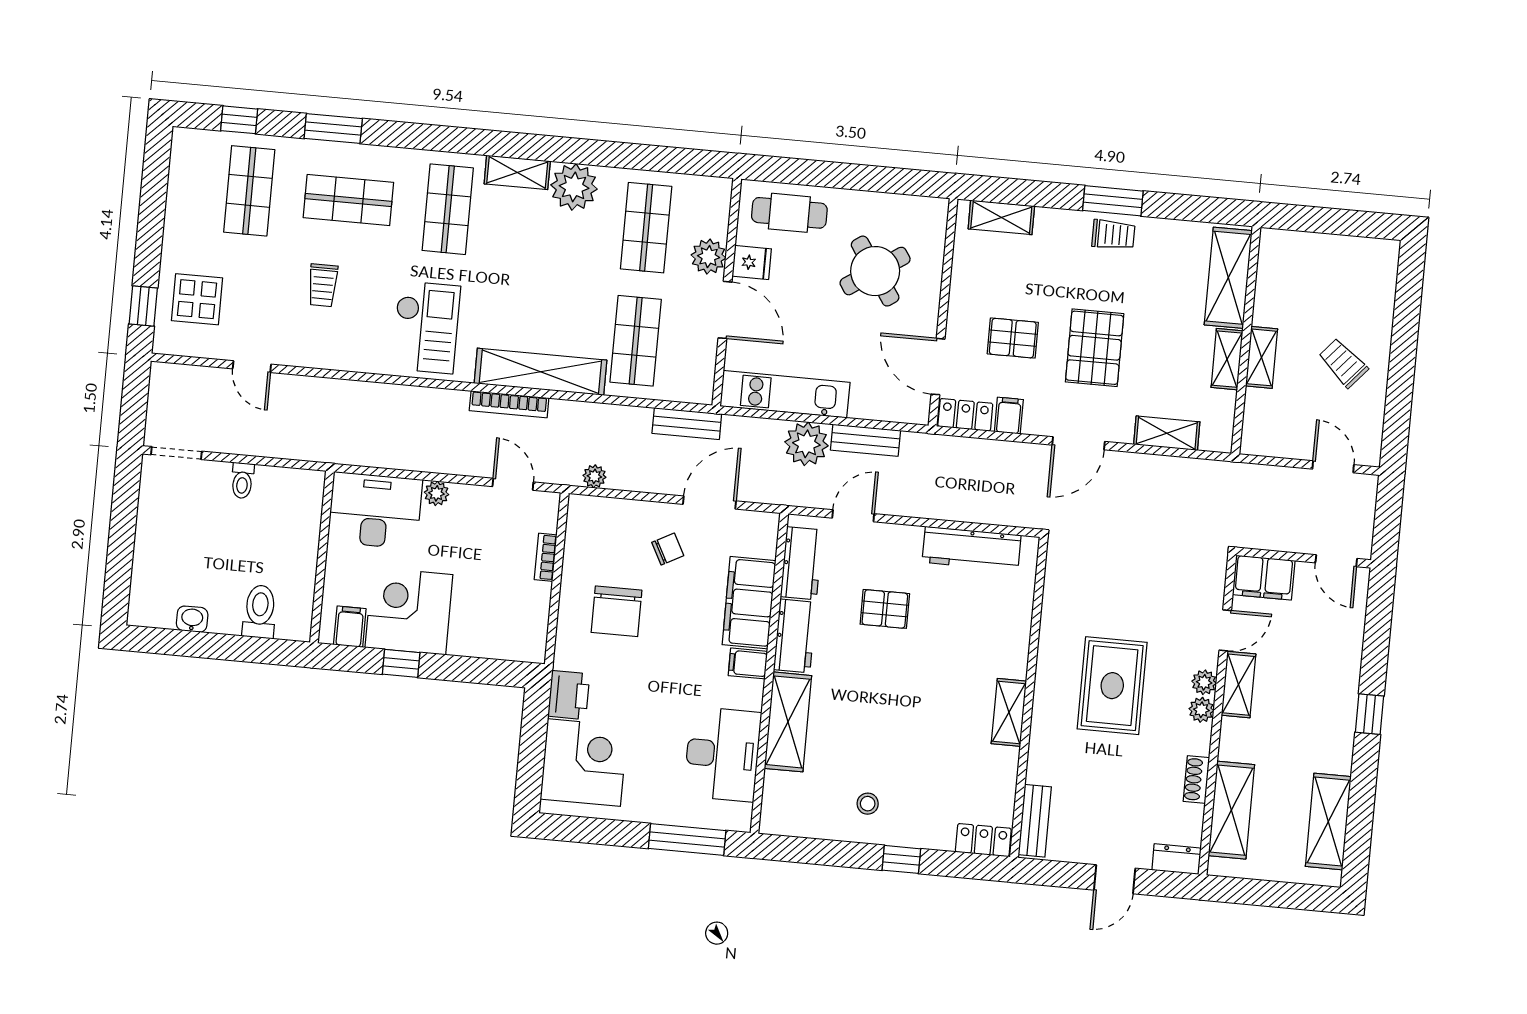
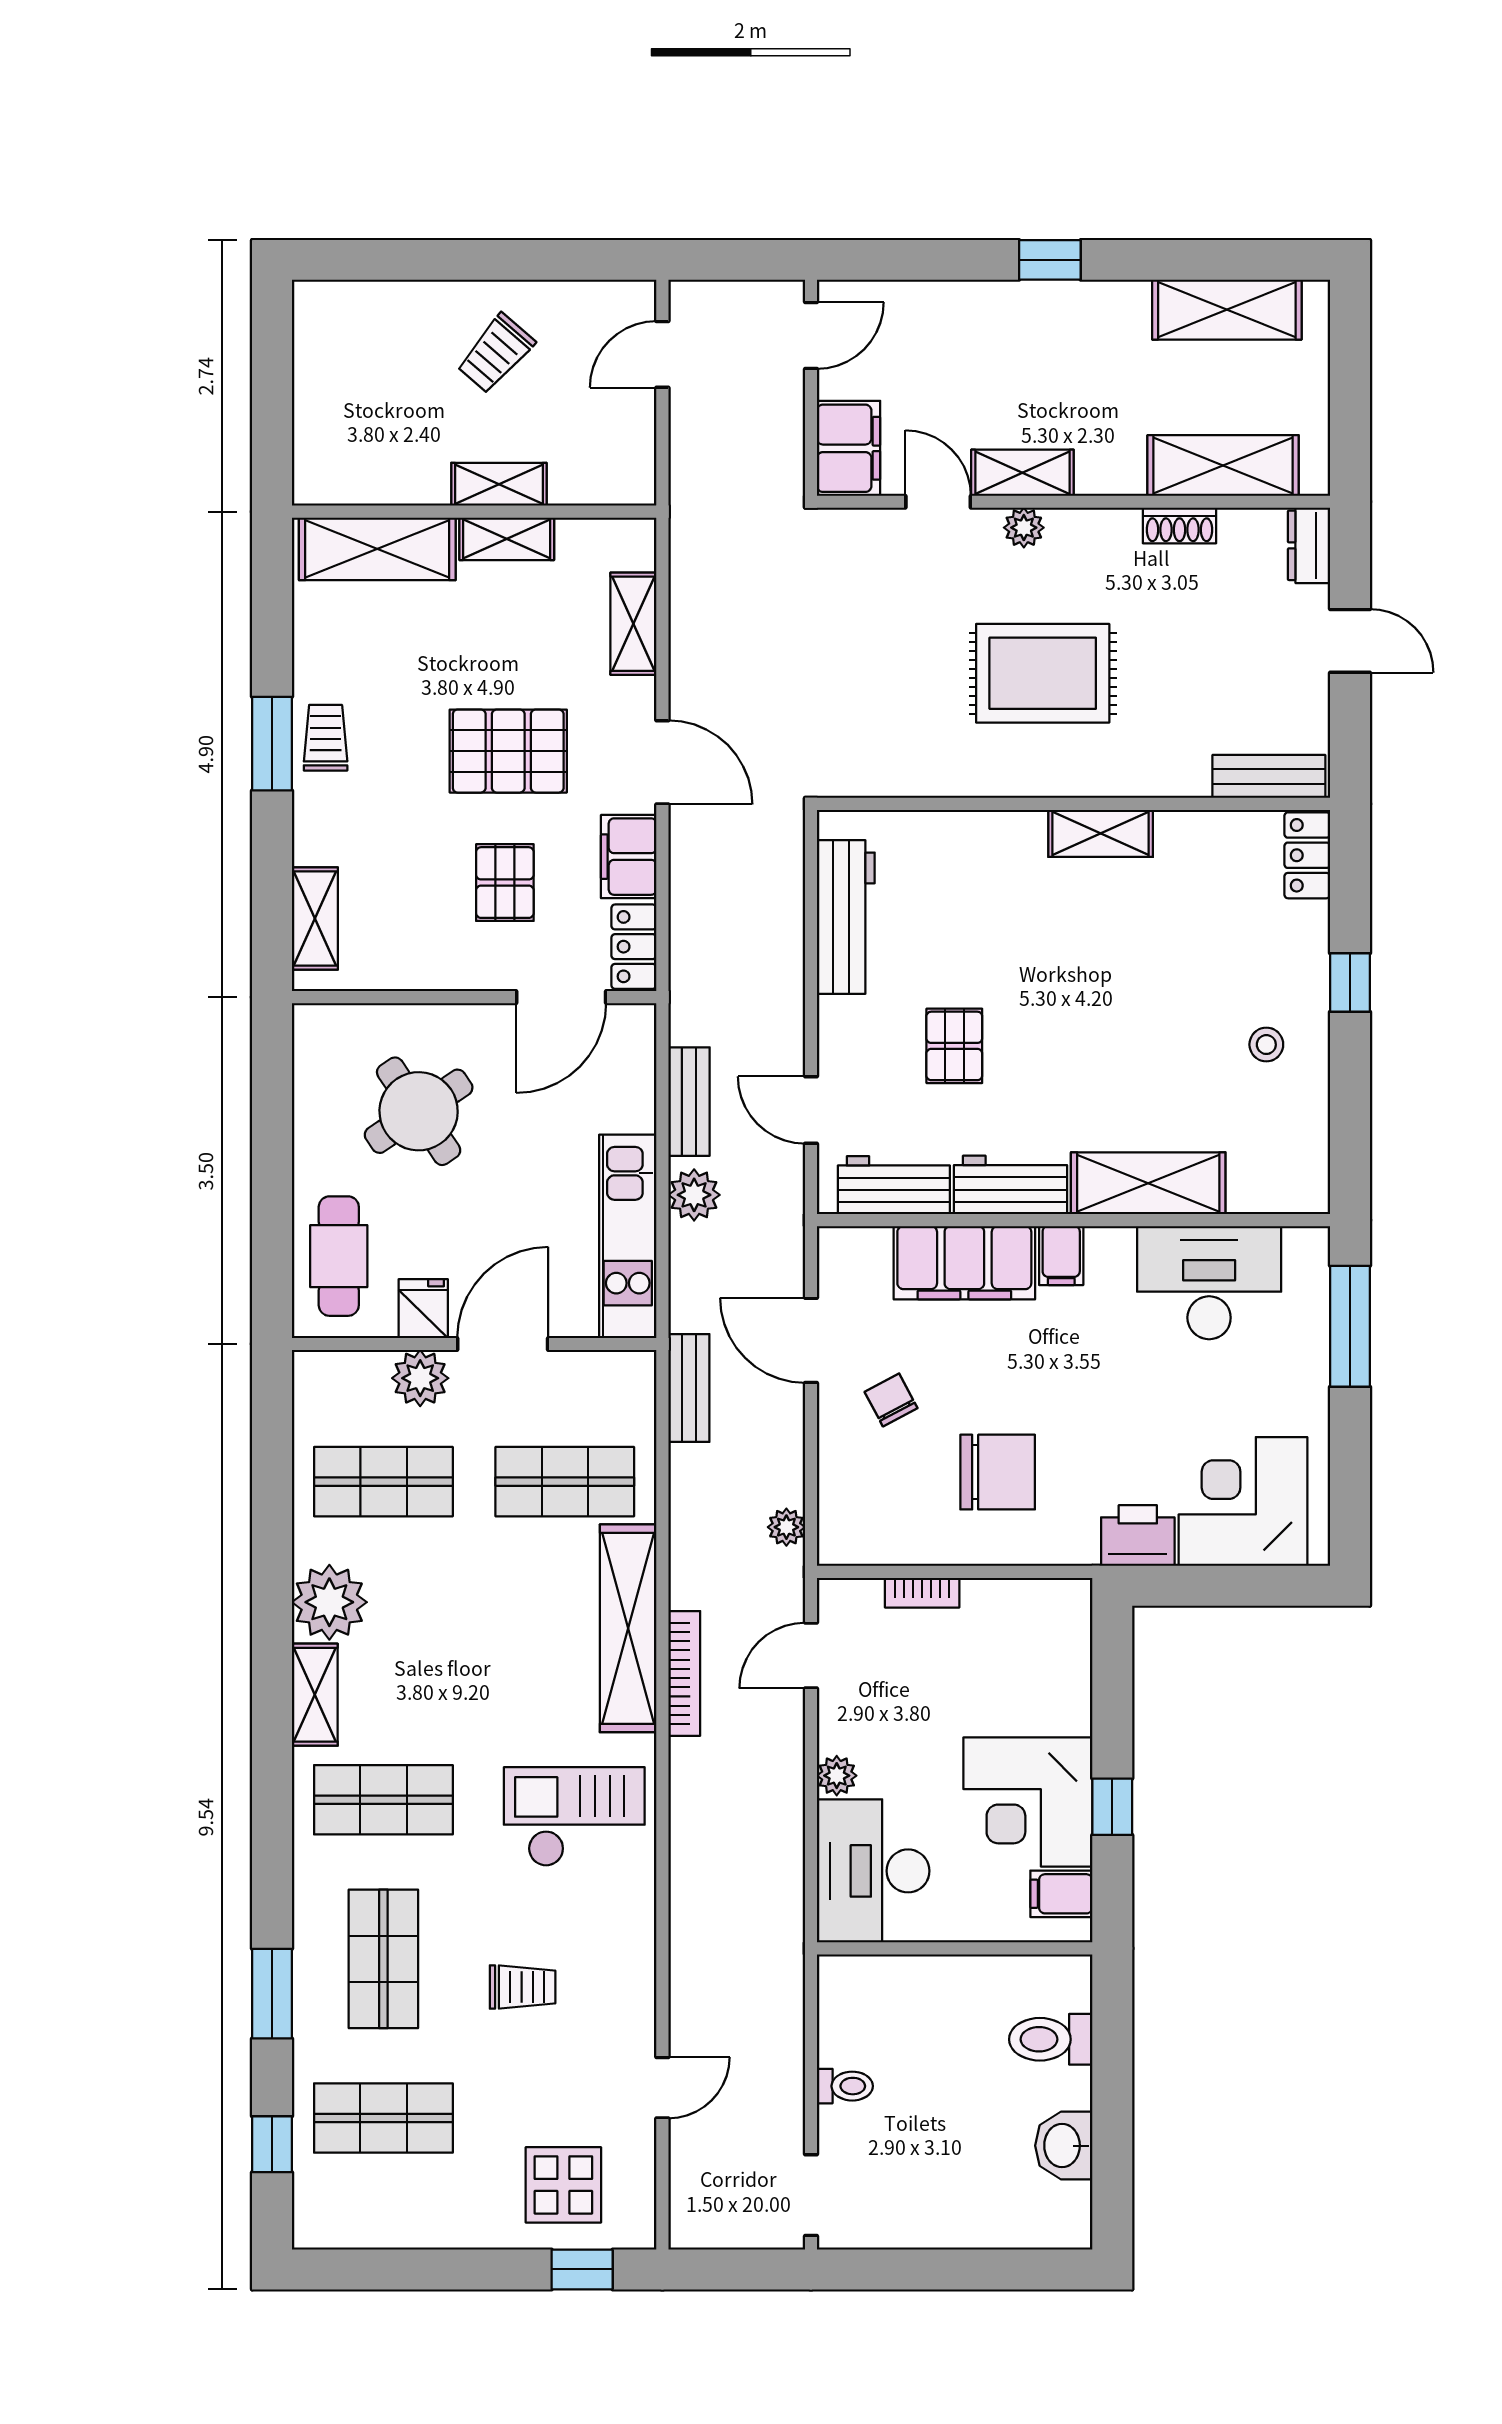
filing cabinet: (1009, 416) -> (629, 857), width x2.00
plant: (806, 444) -> (694, 1195), width x0.73, depth x0.73
washbasin: (192, 619) -> (1064, 2146), width x1.38, depth x1.45
plant: (1201, 710) -> (1068, 528), removed

